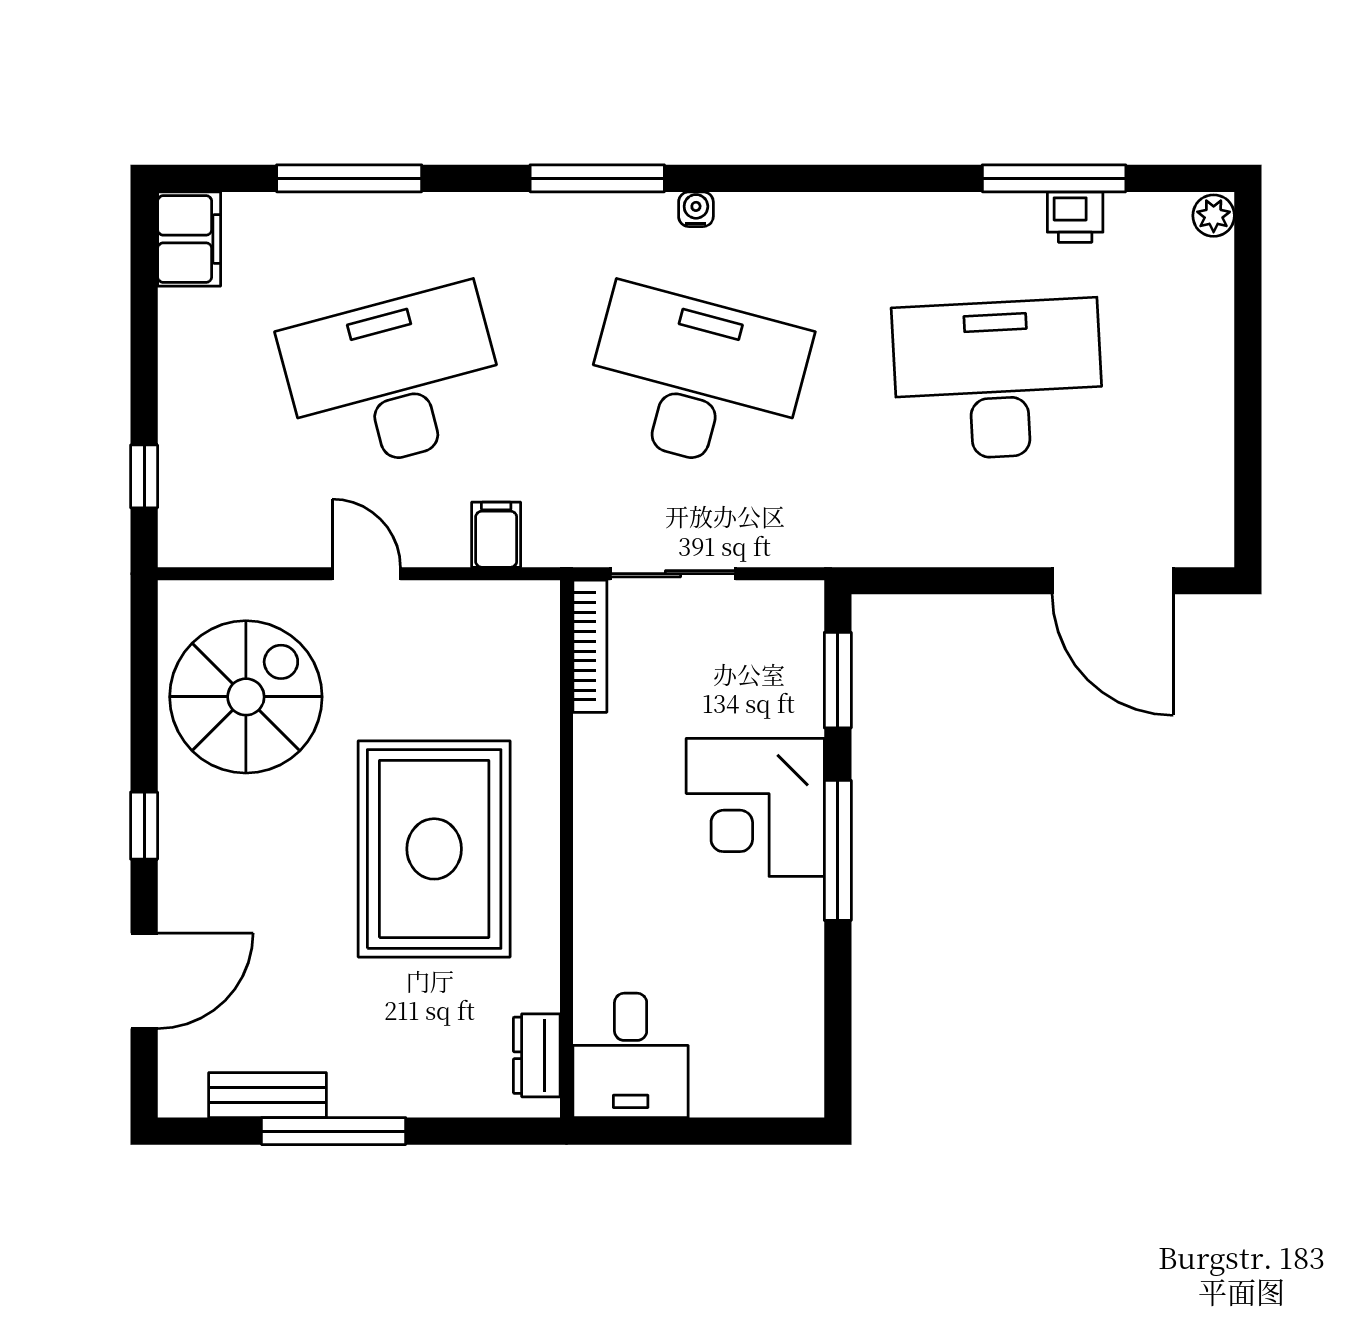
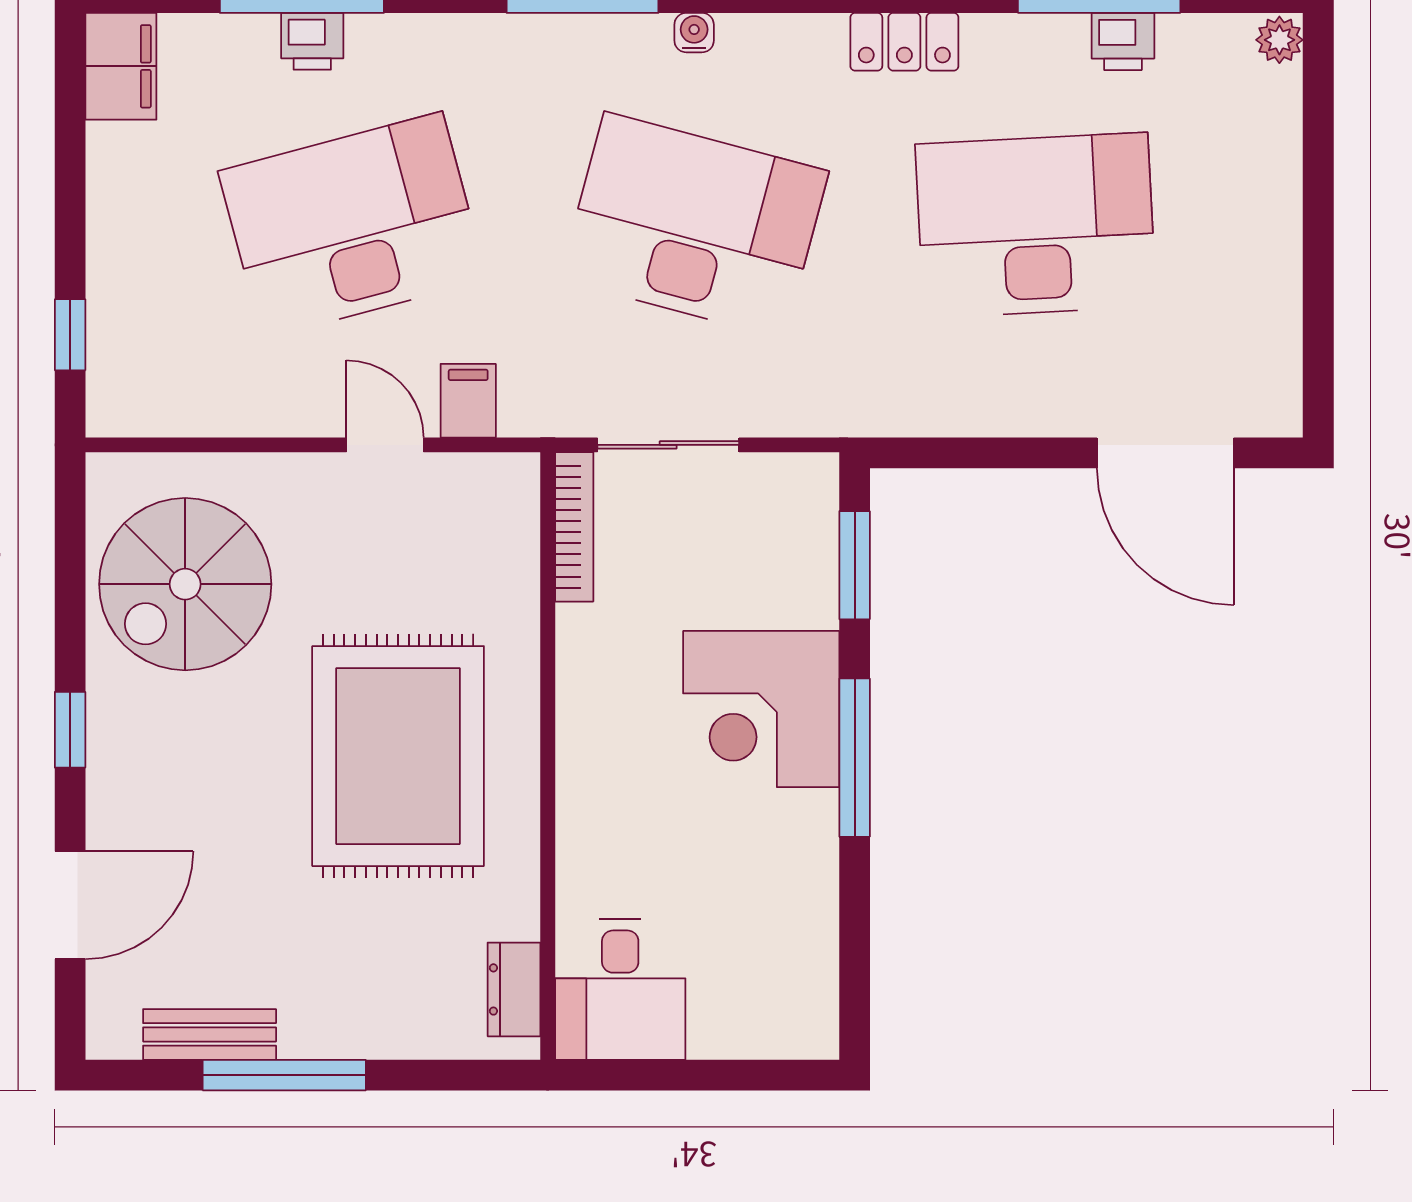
printer: (358, 217) -> (312, 41), added
locker: (882, 217) -> (904, 42), added
door: (366, 574) -> (385, 445), moved
spiral stairs: (246, 697) -> (185, 584), turned 180

